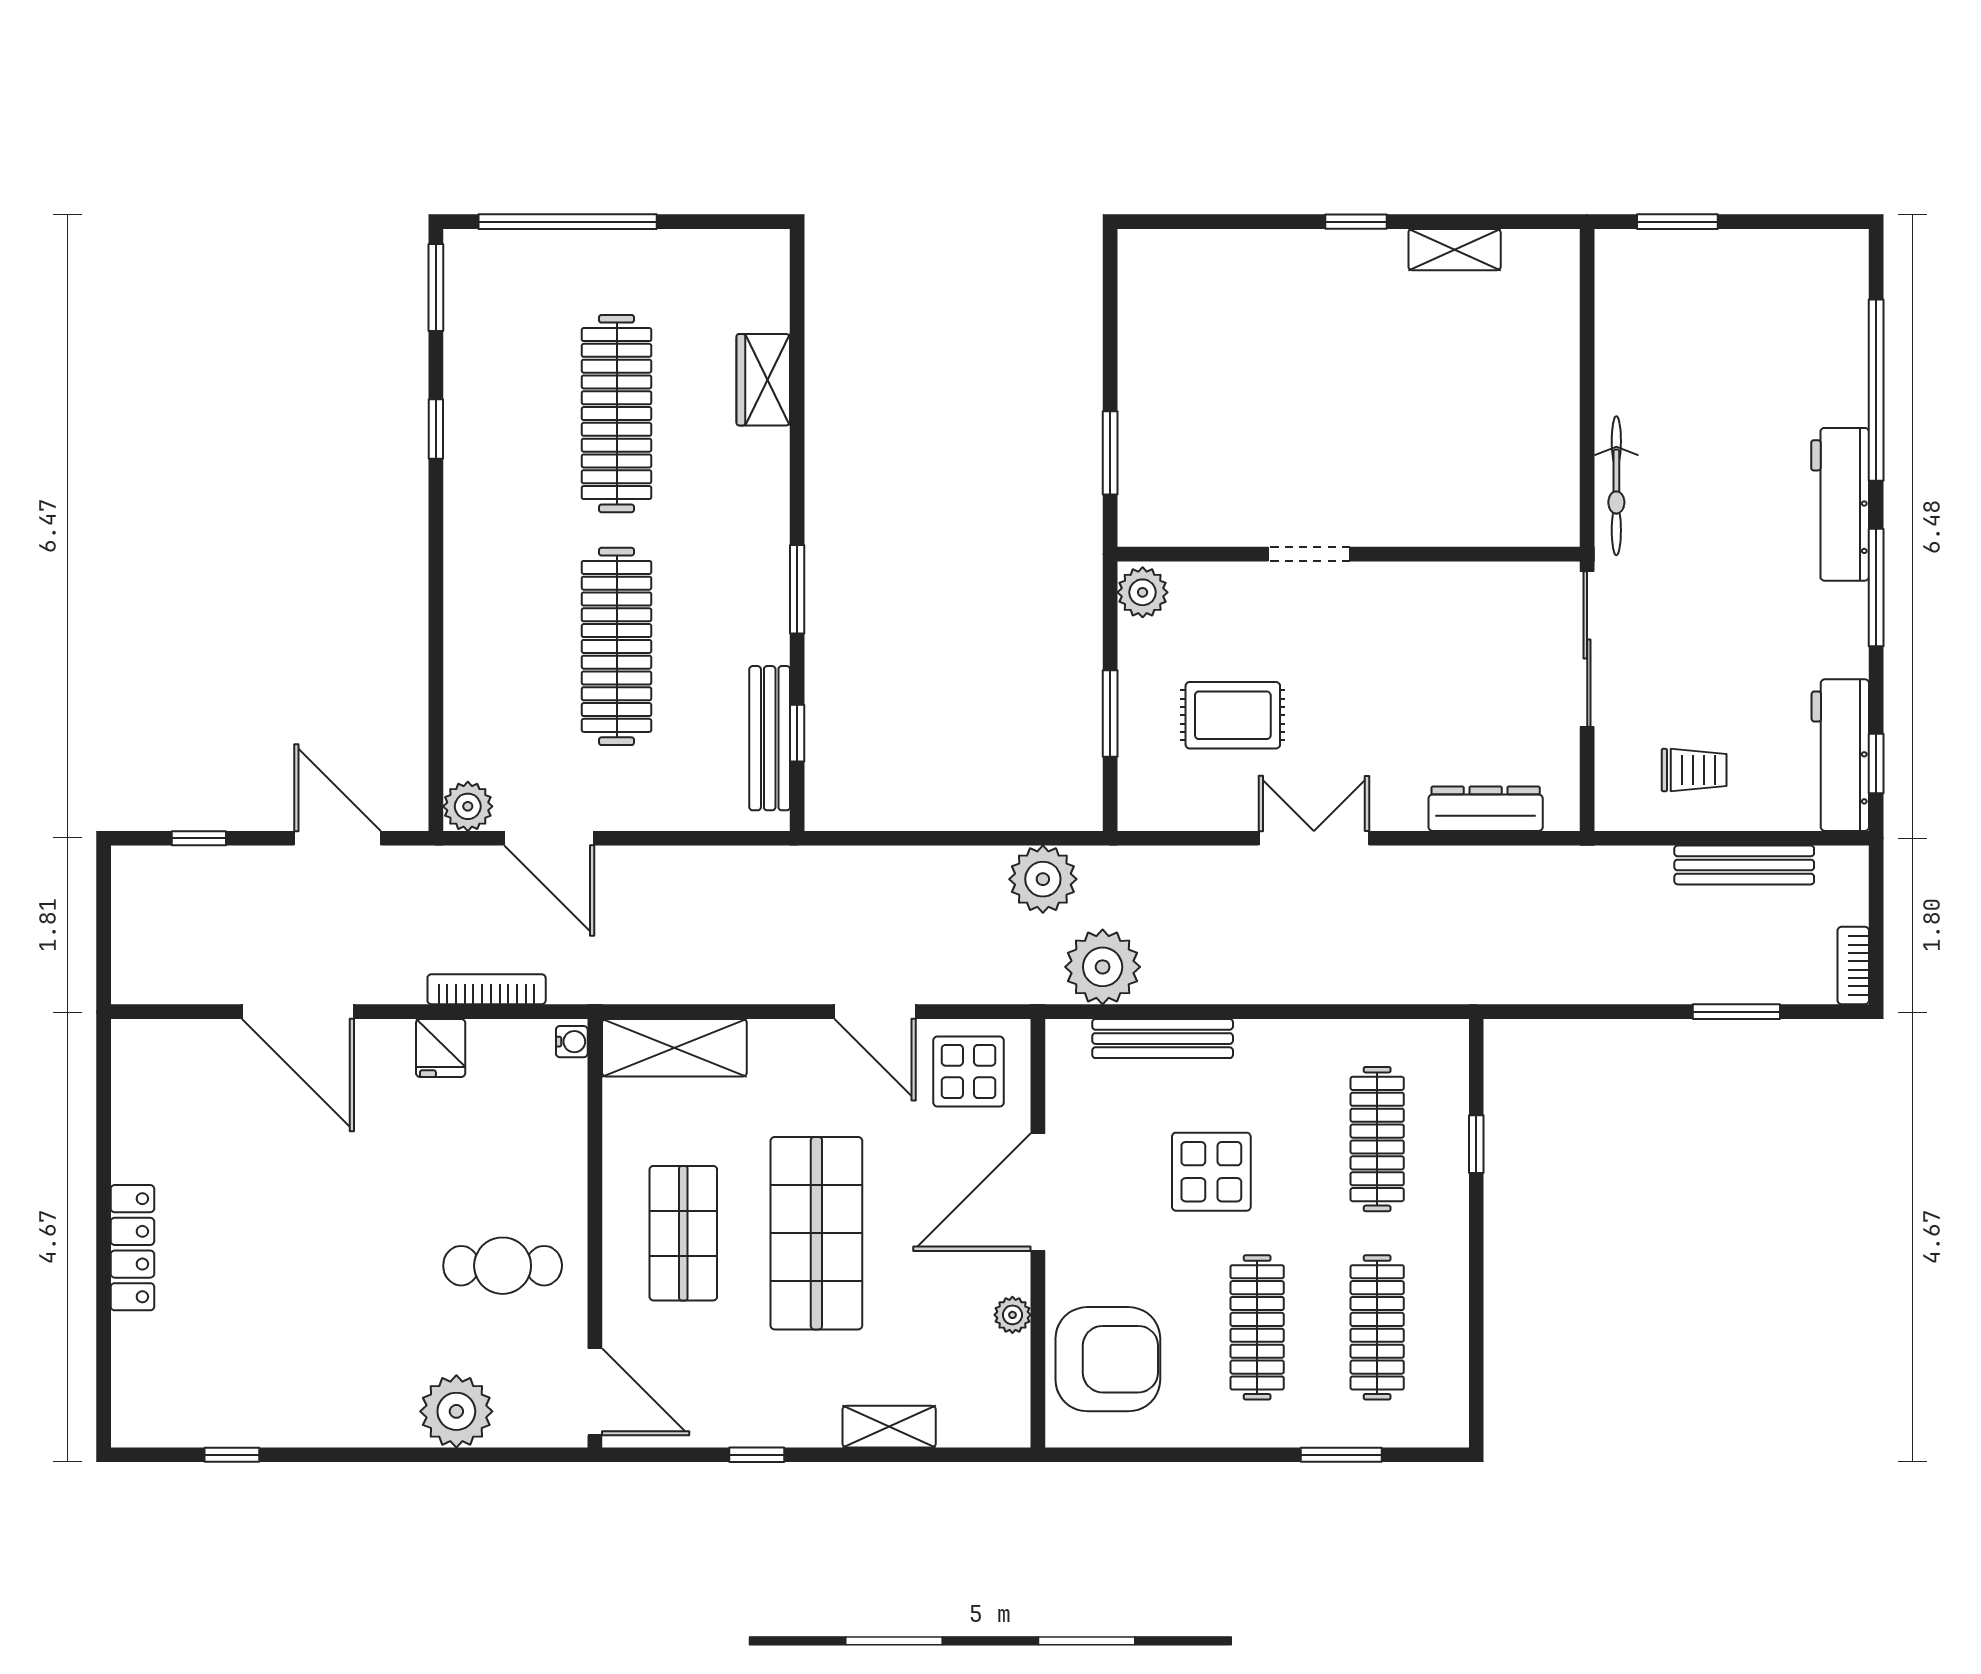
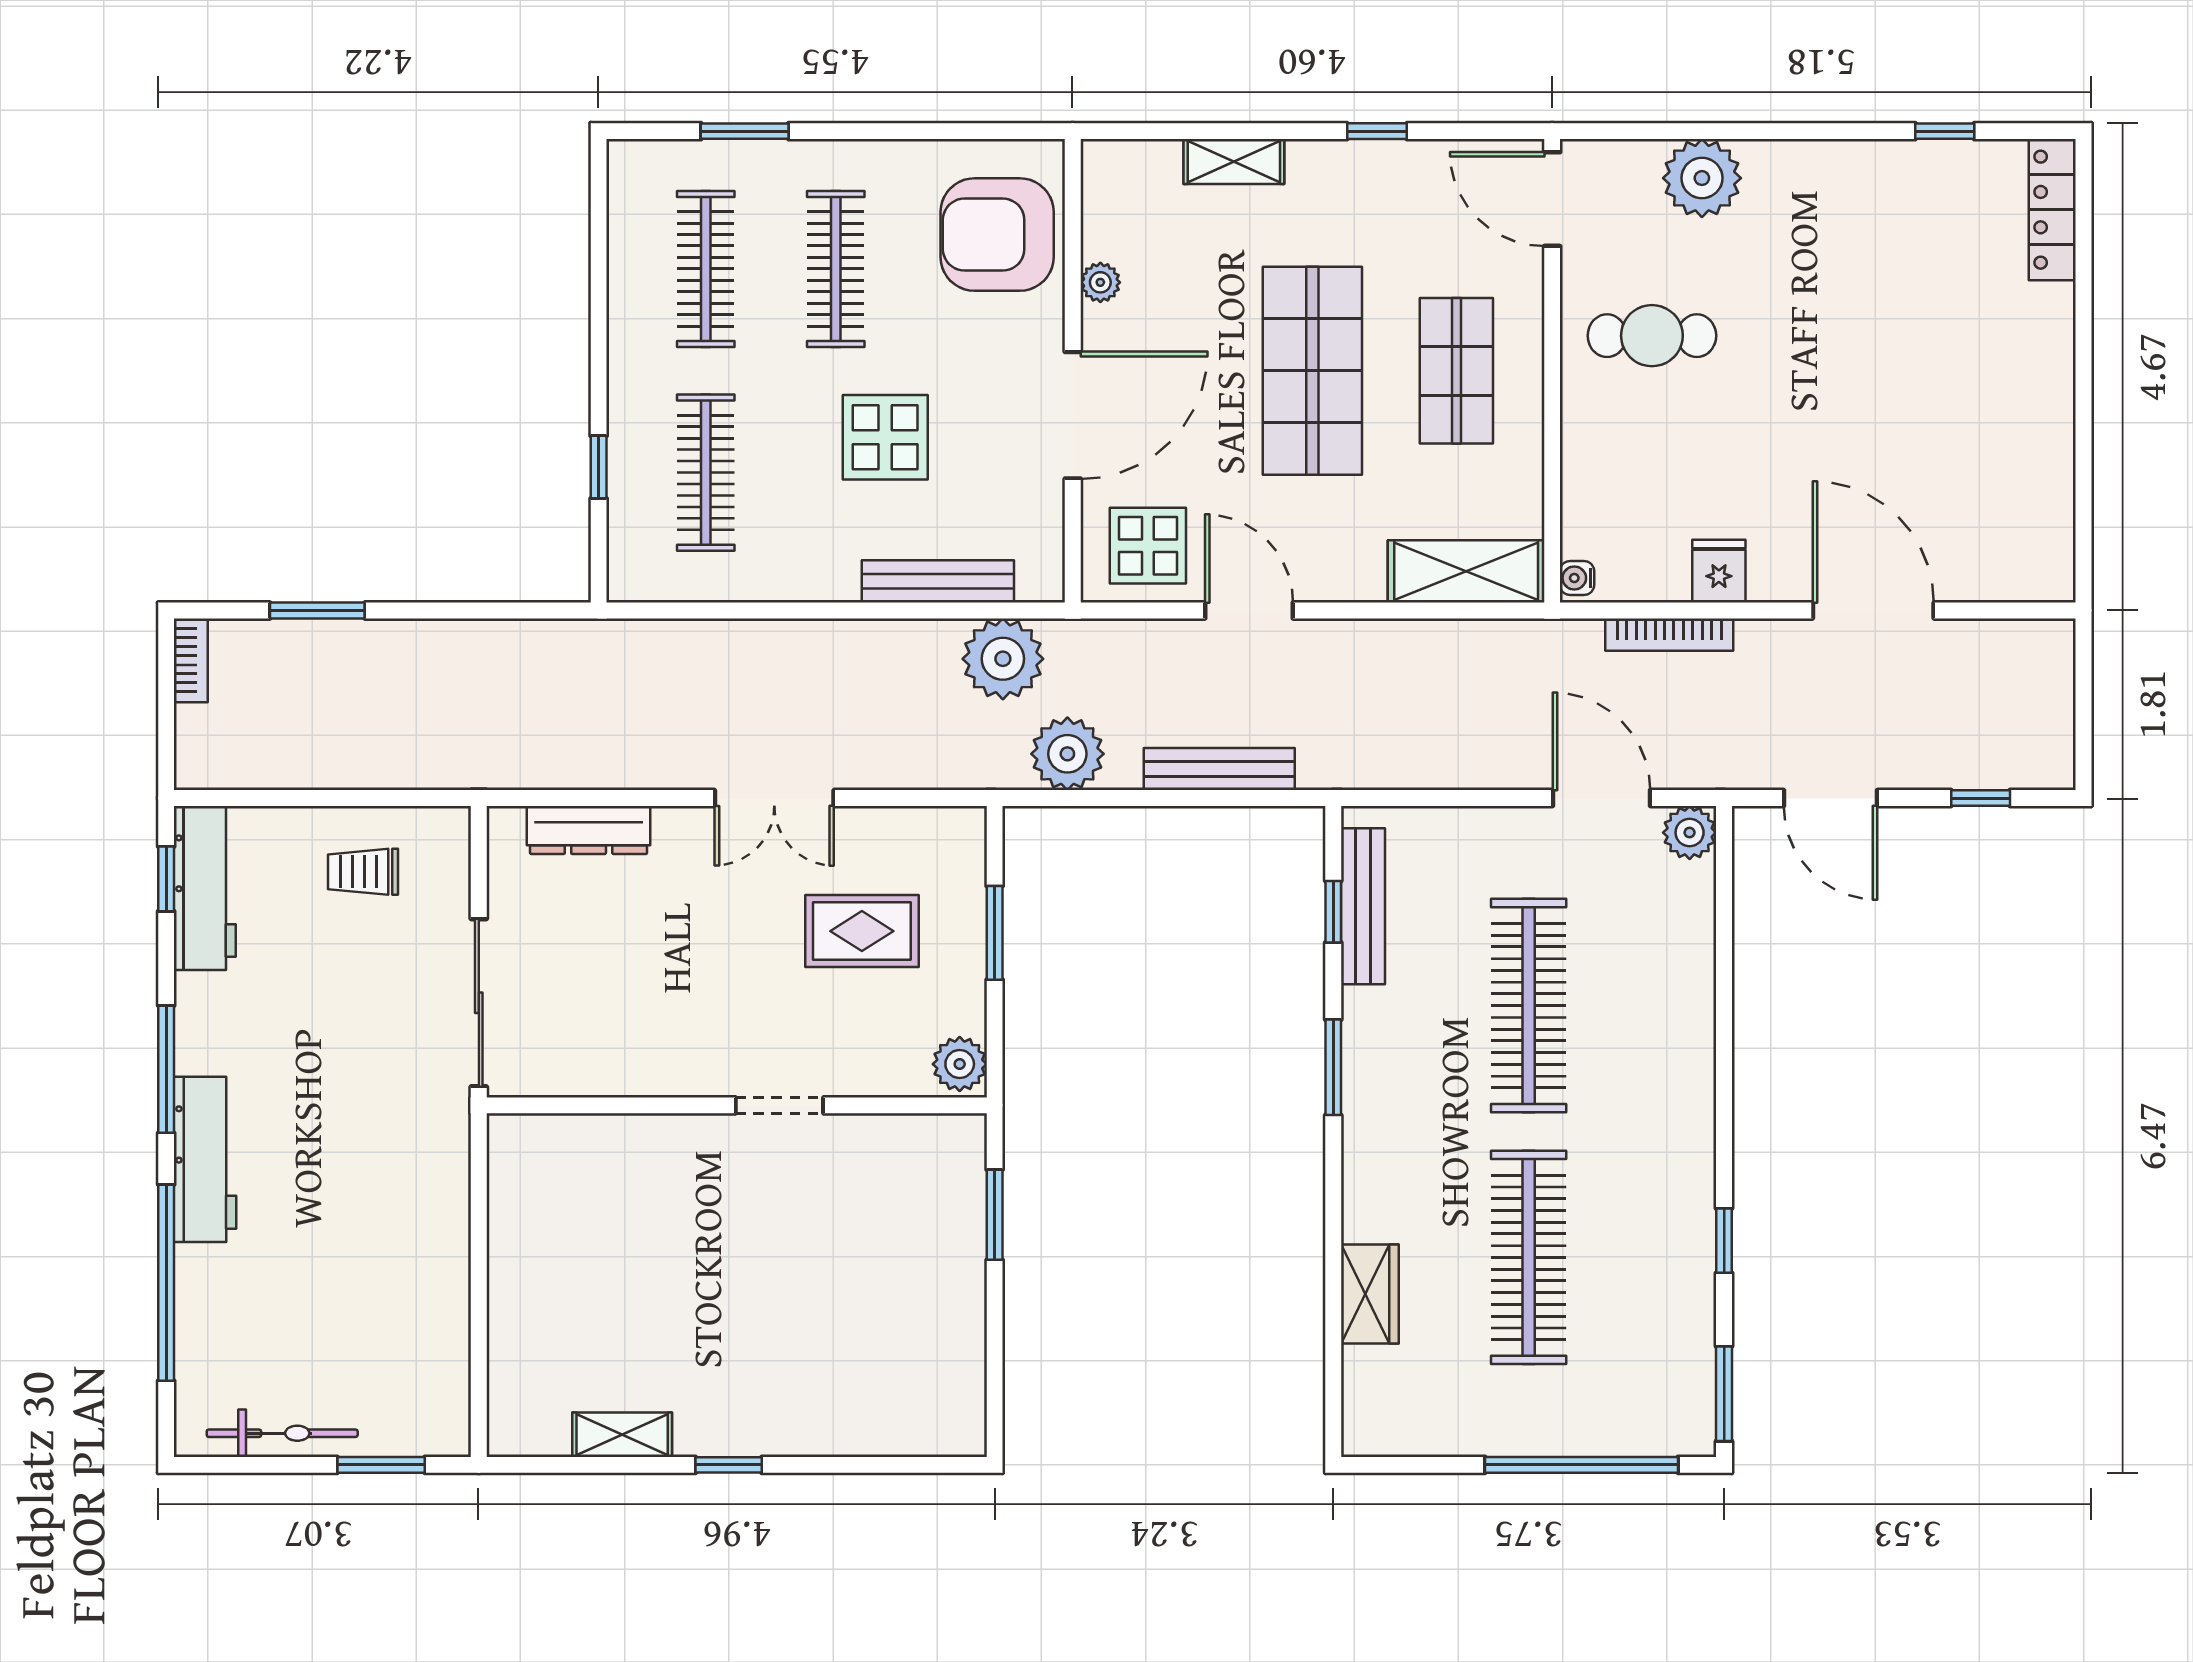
bicycle: (1616, 486) -> (282, 1433), moved, turned 90
bench: (1744, 865) -> (1219, 769), moved
locker: (132, 1248) -> (2052, 210), moved

